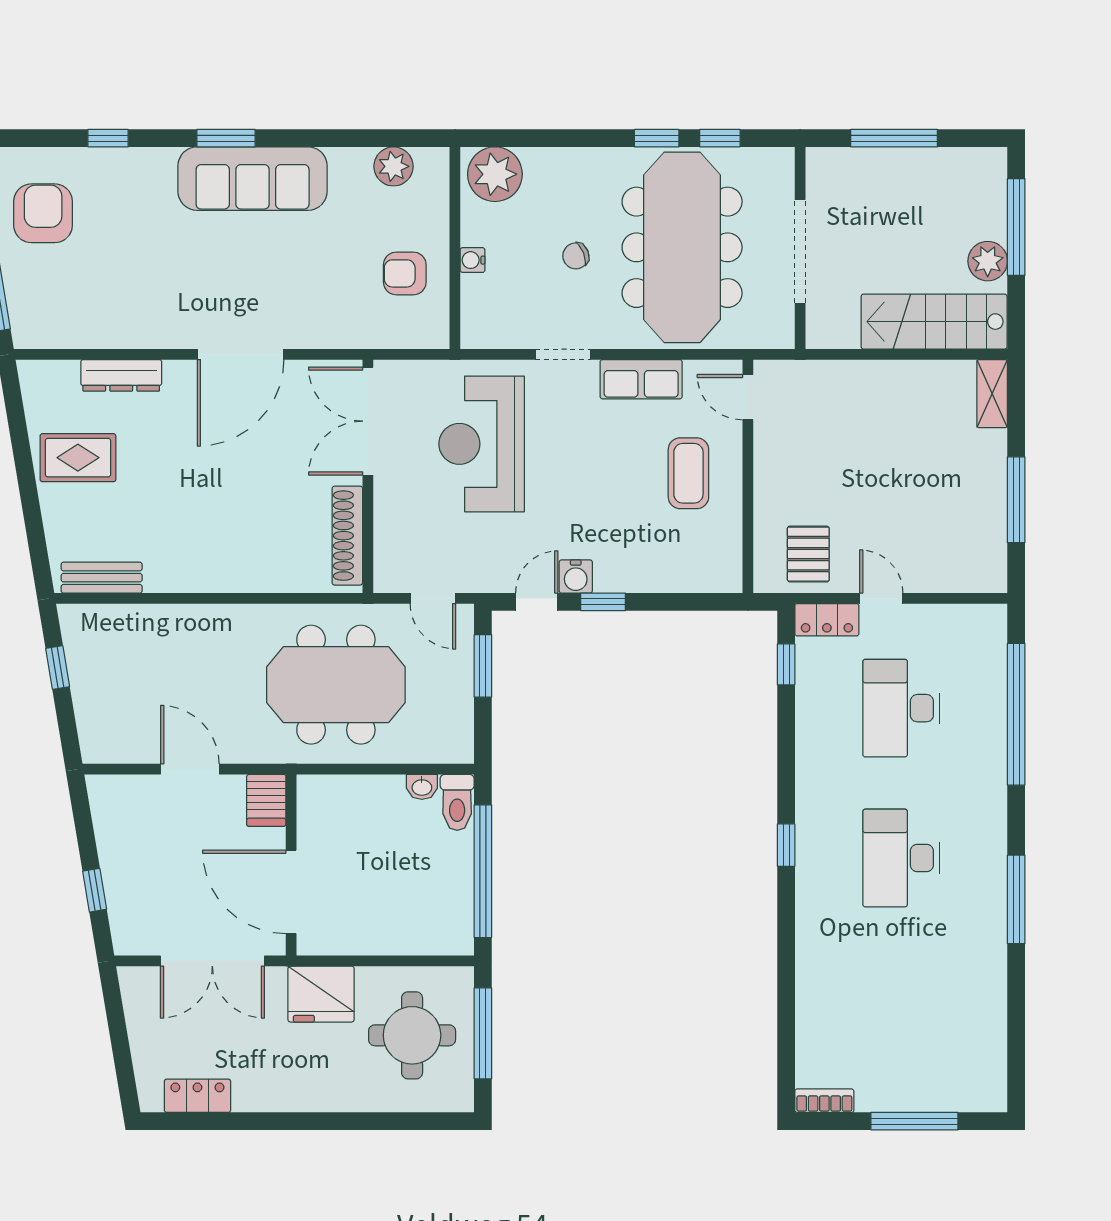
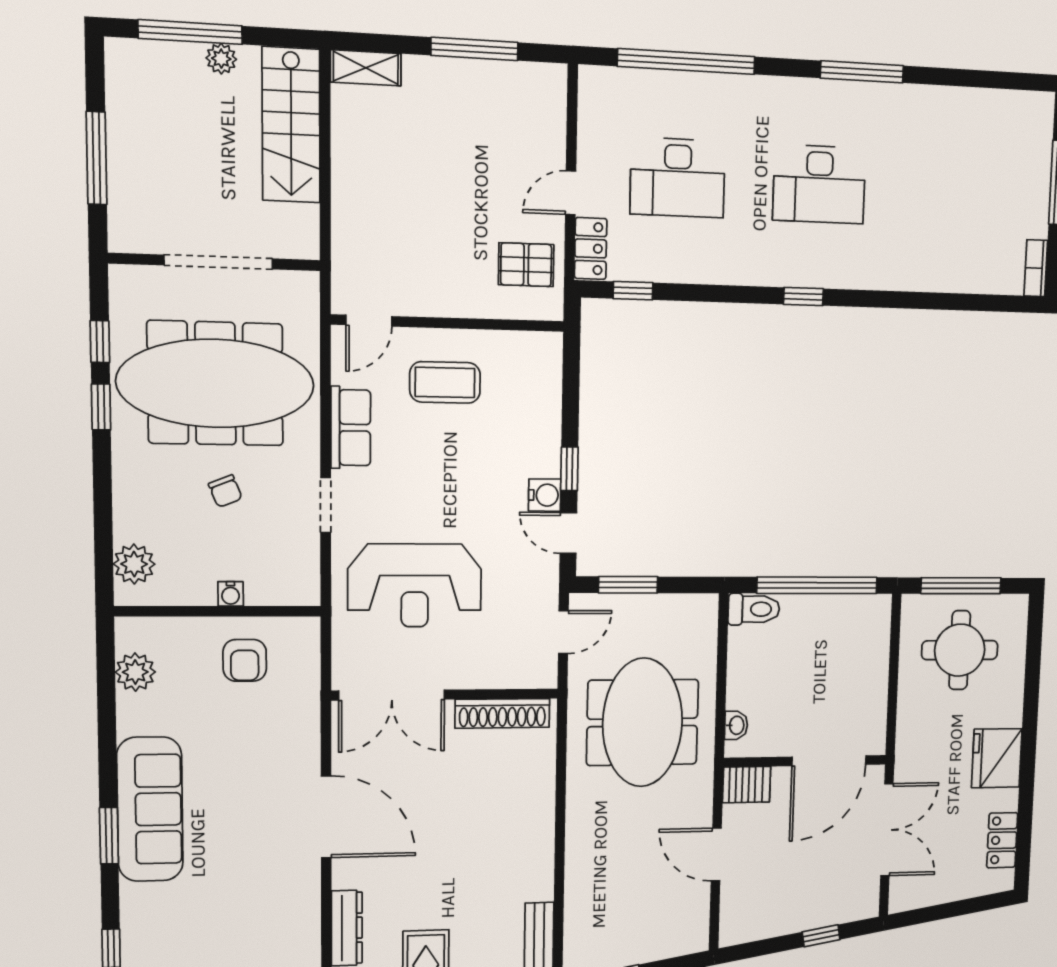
plant: (495, 174) -> (134, 564), width x0.73, depth x0.73
plant: (988, 261) -> (221, 59), width x0.73, depth x0.73
door: (190, 769) -> (716, 854), hinge flipped
washbasin: (422, 787) -> (736, 725), moved
fridge: (321, 994) -> (997, 758), moved, turned 180

